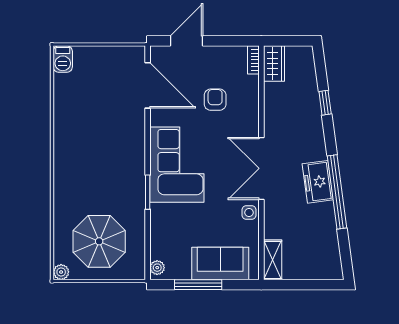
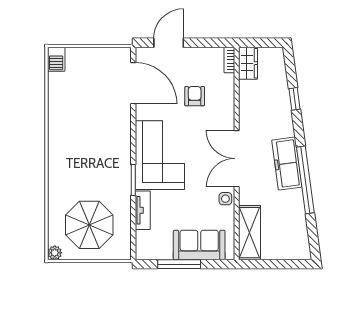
freezer: (318, 182) -> (287, 164), width x1.40
tv unit: (158, 225) -> (143, 210), added
shelving: (273, 260) -> (250, 233), width x1.50, depth x1.33
plant: (157, 268) -> (142, 249), removed

